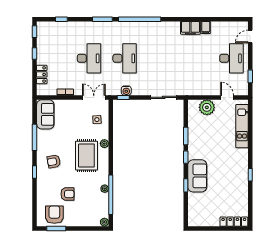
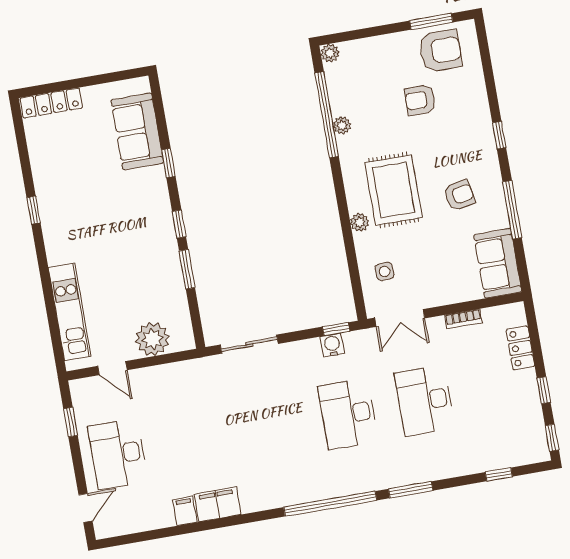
armchair: (54, 161) -> (459, 195), moved
sofa: (197, 176) -> (137, 131), moved
armchair: (54, 215) -> (441, 51), turned -90

